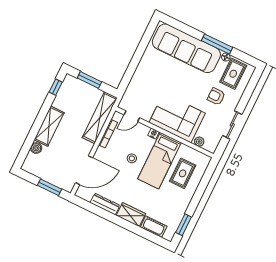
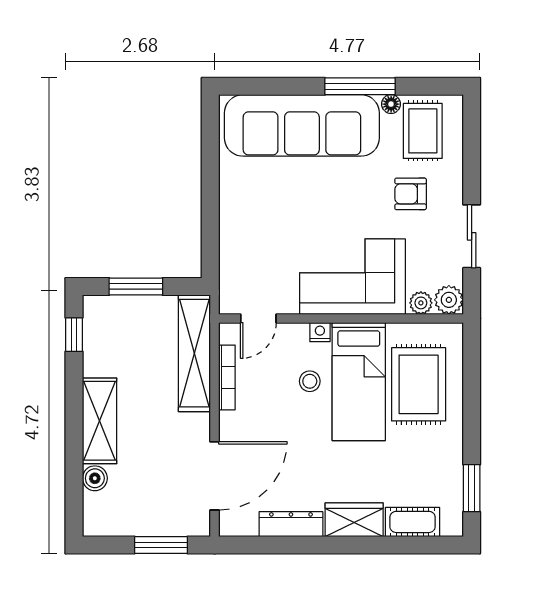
plant: (211, 146) -> (449, 300), added
stool: (132, 158) -> (310, 381), moved
rug: (183, 173) -> (419, 384), width x1.36, depth x1.43

